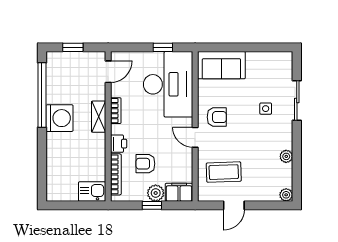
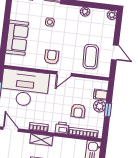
sofa: (221, 65) -> (17, 38), moved
filing cabinet: (179, 192) -> (100, 95), width x0.50

